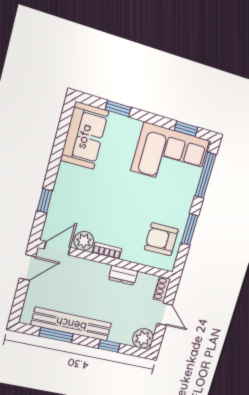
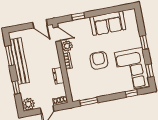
window: (118, 109) -> (144, 42), moved
sofa: (84, 136) -> (108, 23), moved
window: (206, 175) -> (131, 93), width x0.46
window: (190, 229) -> (89, 102), moved
armchair: (161, 239) -> (99, 60), moved

